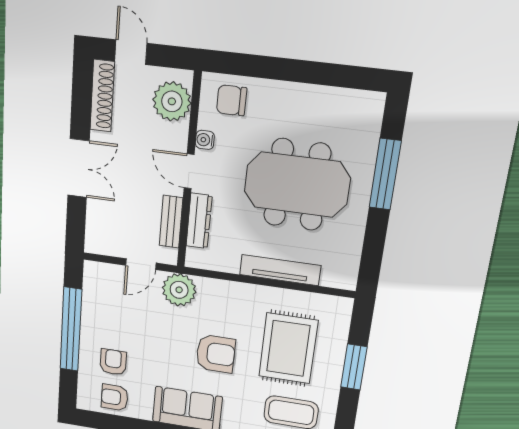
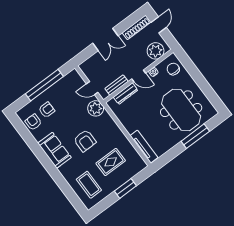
door: (189, 171) -> (139, 76), swing flipped
meeting table: (297, 185) -> (181, 110), moved
tv unit: (280, 270) -> (144, 147), moved
rug: (288, 348) -> (111, 162), width x0.73, depth x0.70

